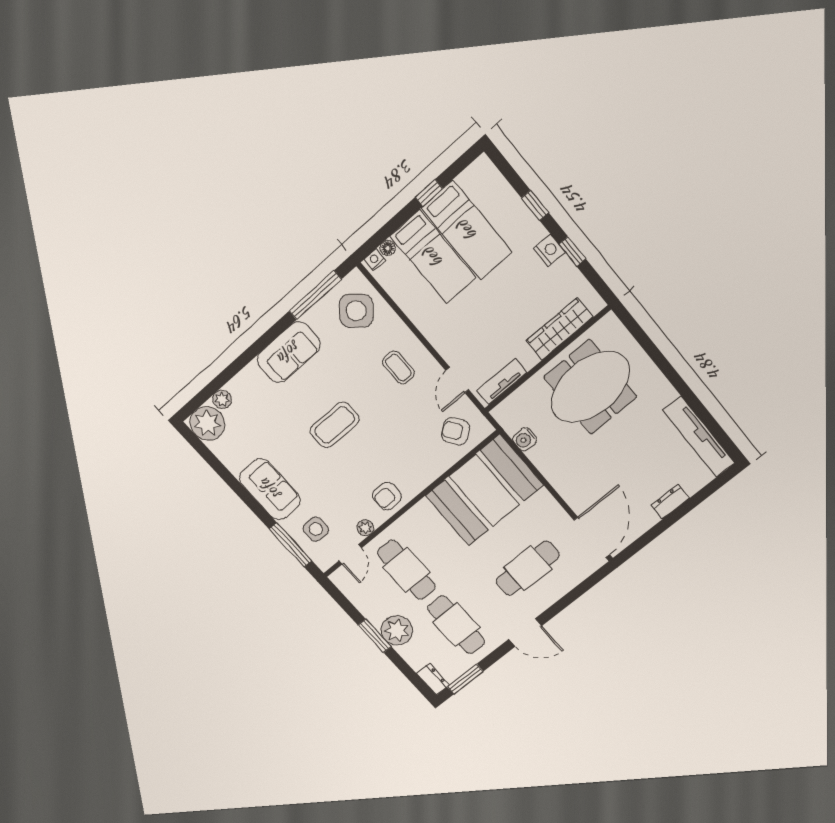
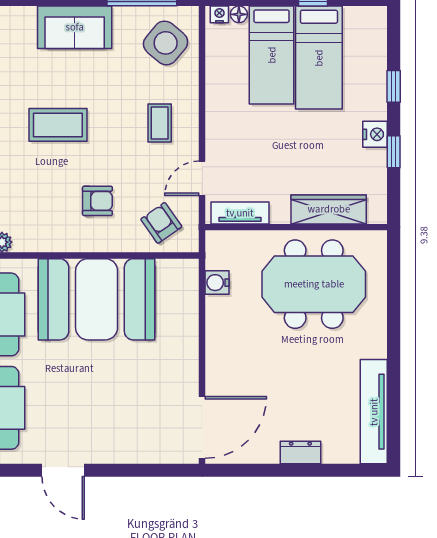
booth: (484, 490) -> (97, 299), moved
armchair: (387, 496) -> (97, 201), moved, turned 180
cafe table: (528, 568) -> (119, 408), removed

